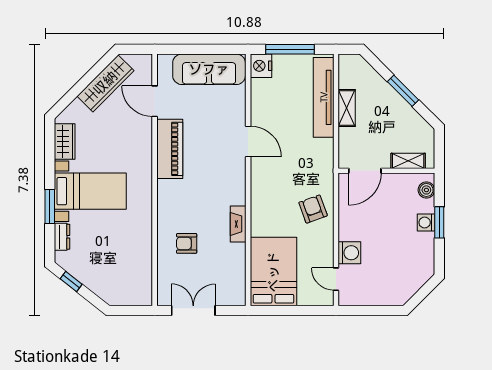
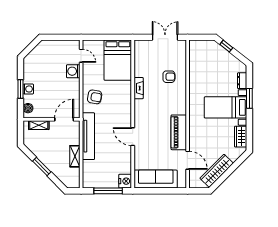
tv unit: (324, 97) -> (88, 136), moved
armchair: (313, 209) -> (95, 97), turned -60
window: (71, 281) -> (226, 46), moved
double door: (193, 311) -> (165, 37), swing flipped

